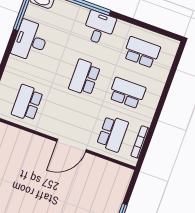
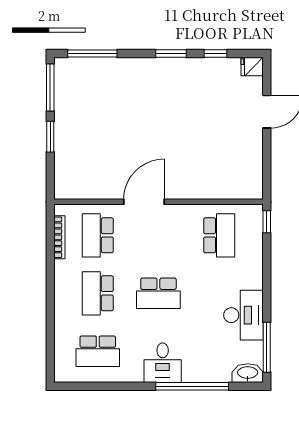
school desk: (84, 78) -> (158, 293), turned 90
school desk: (127, 93) -> (98, 293), turned 90

